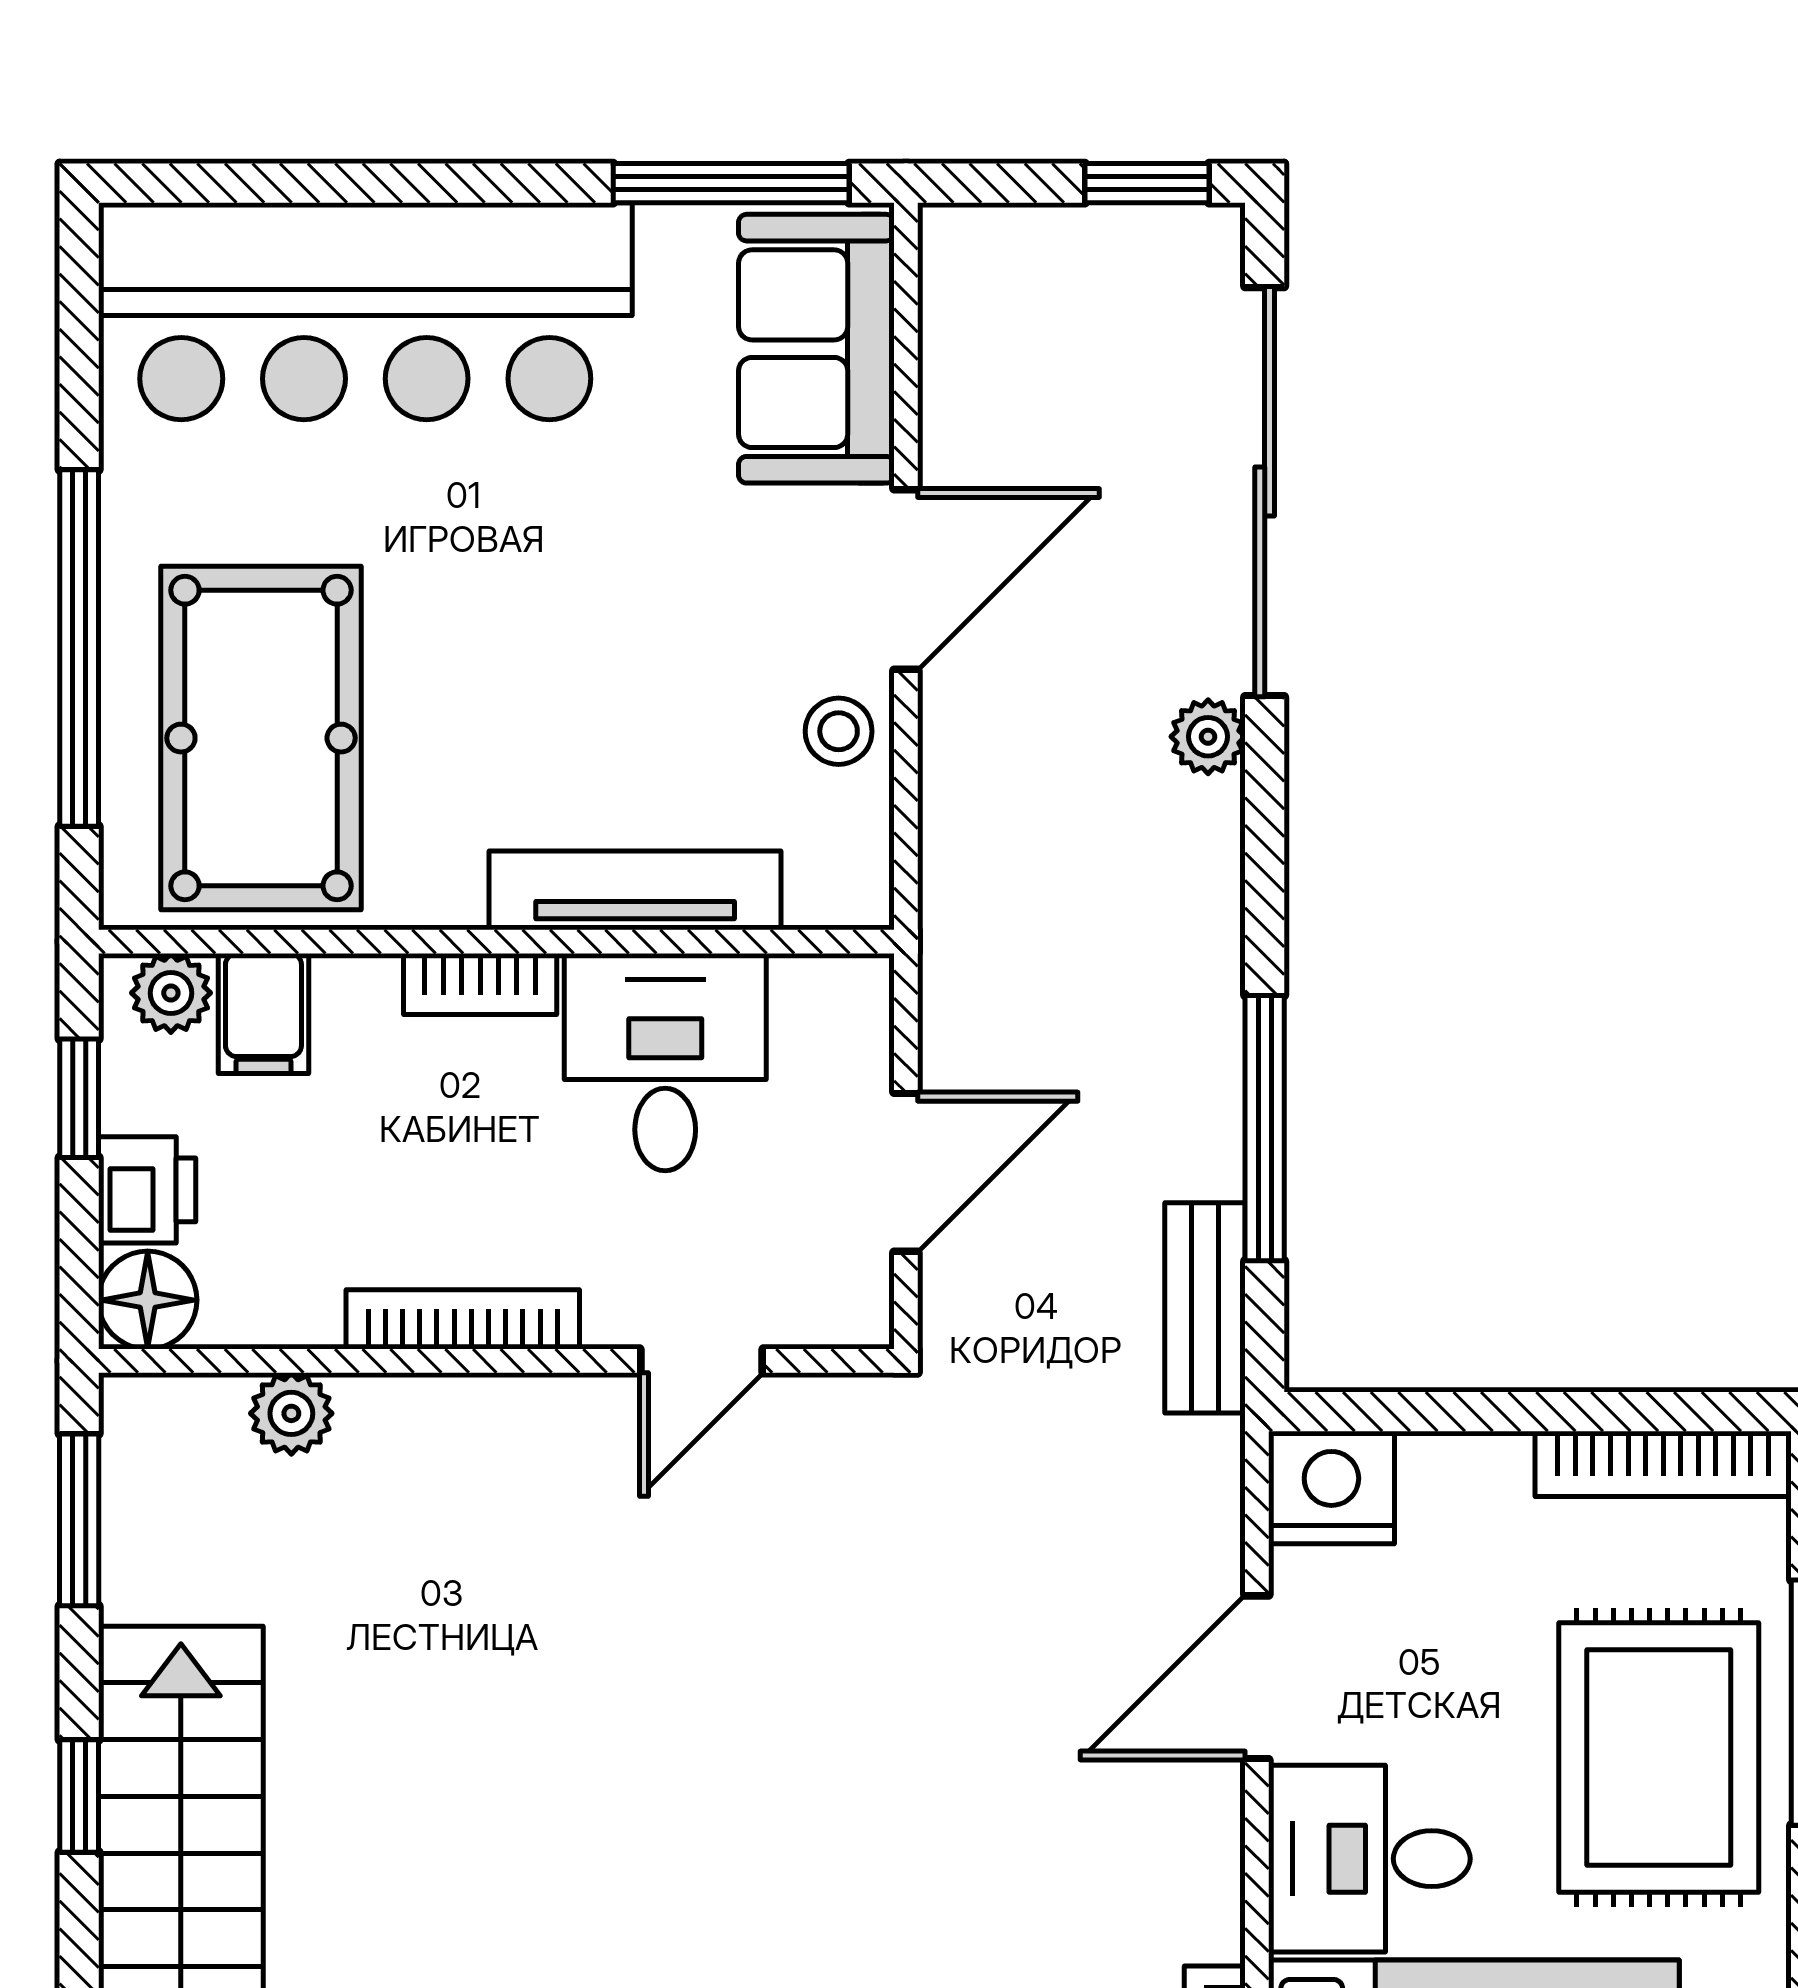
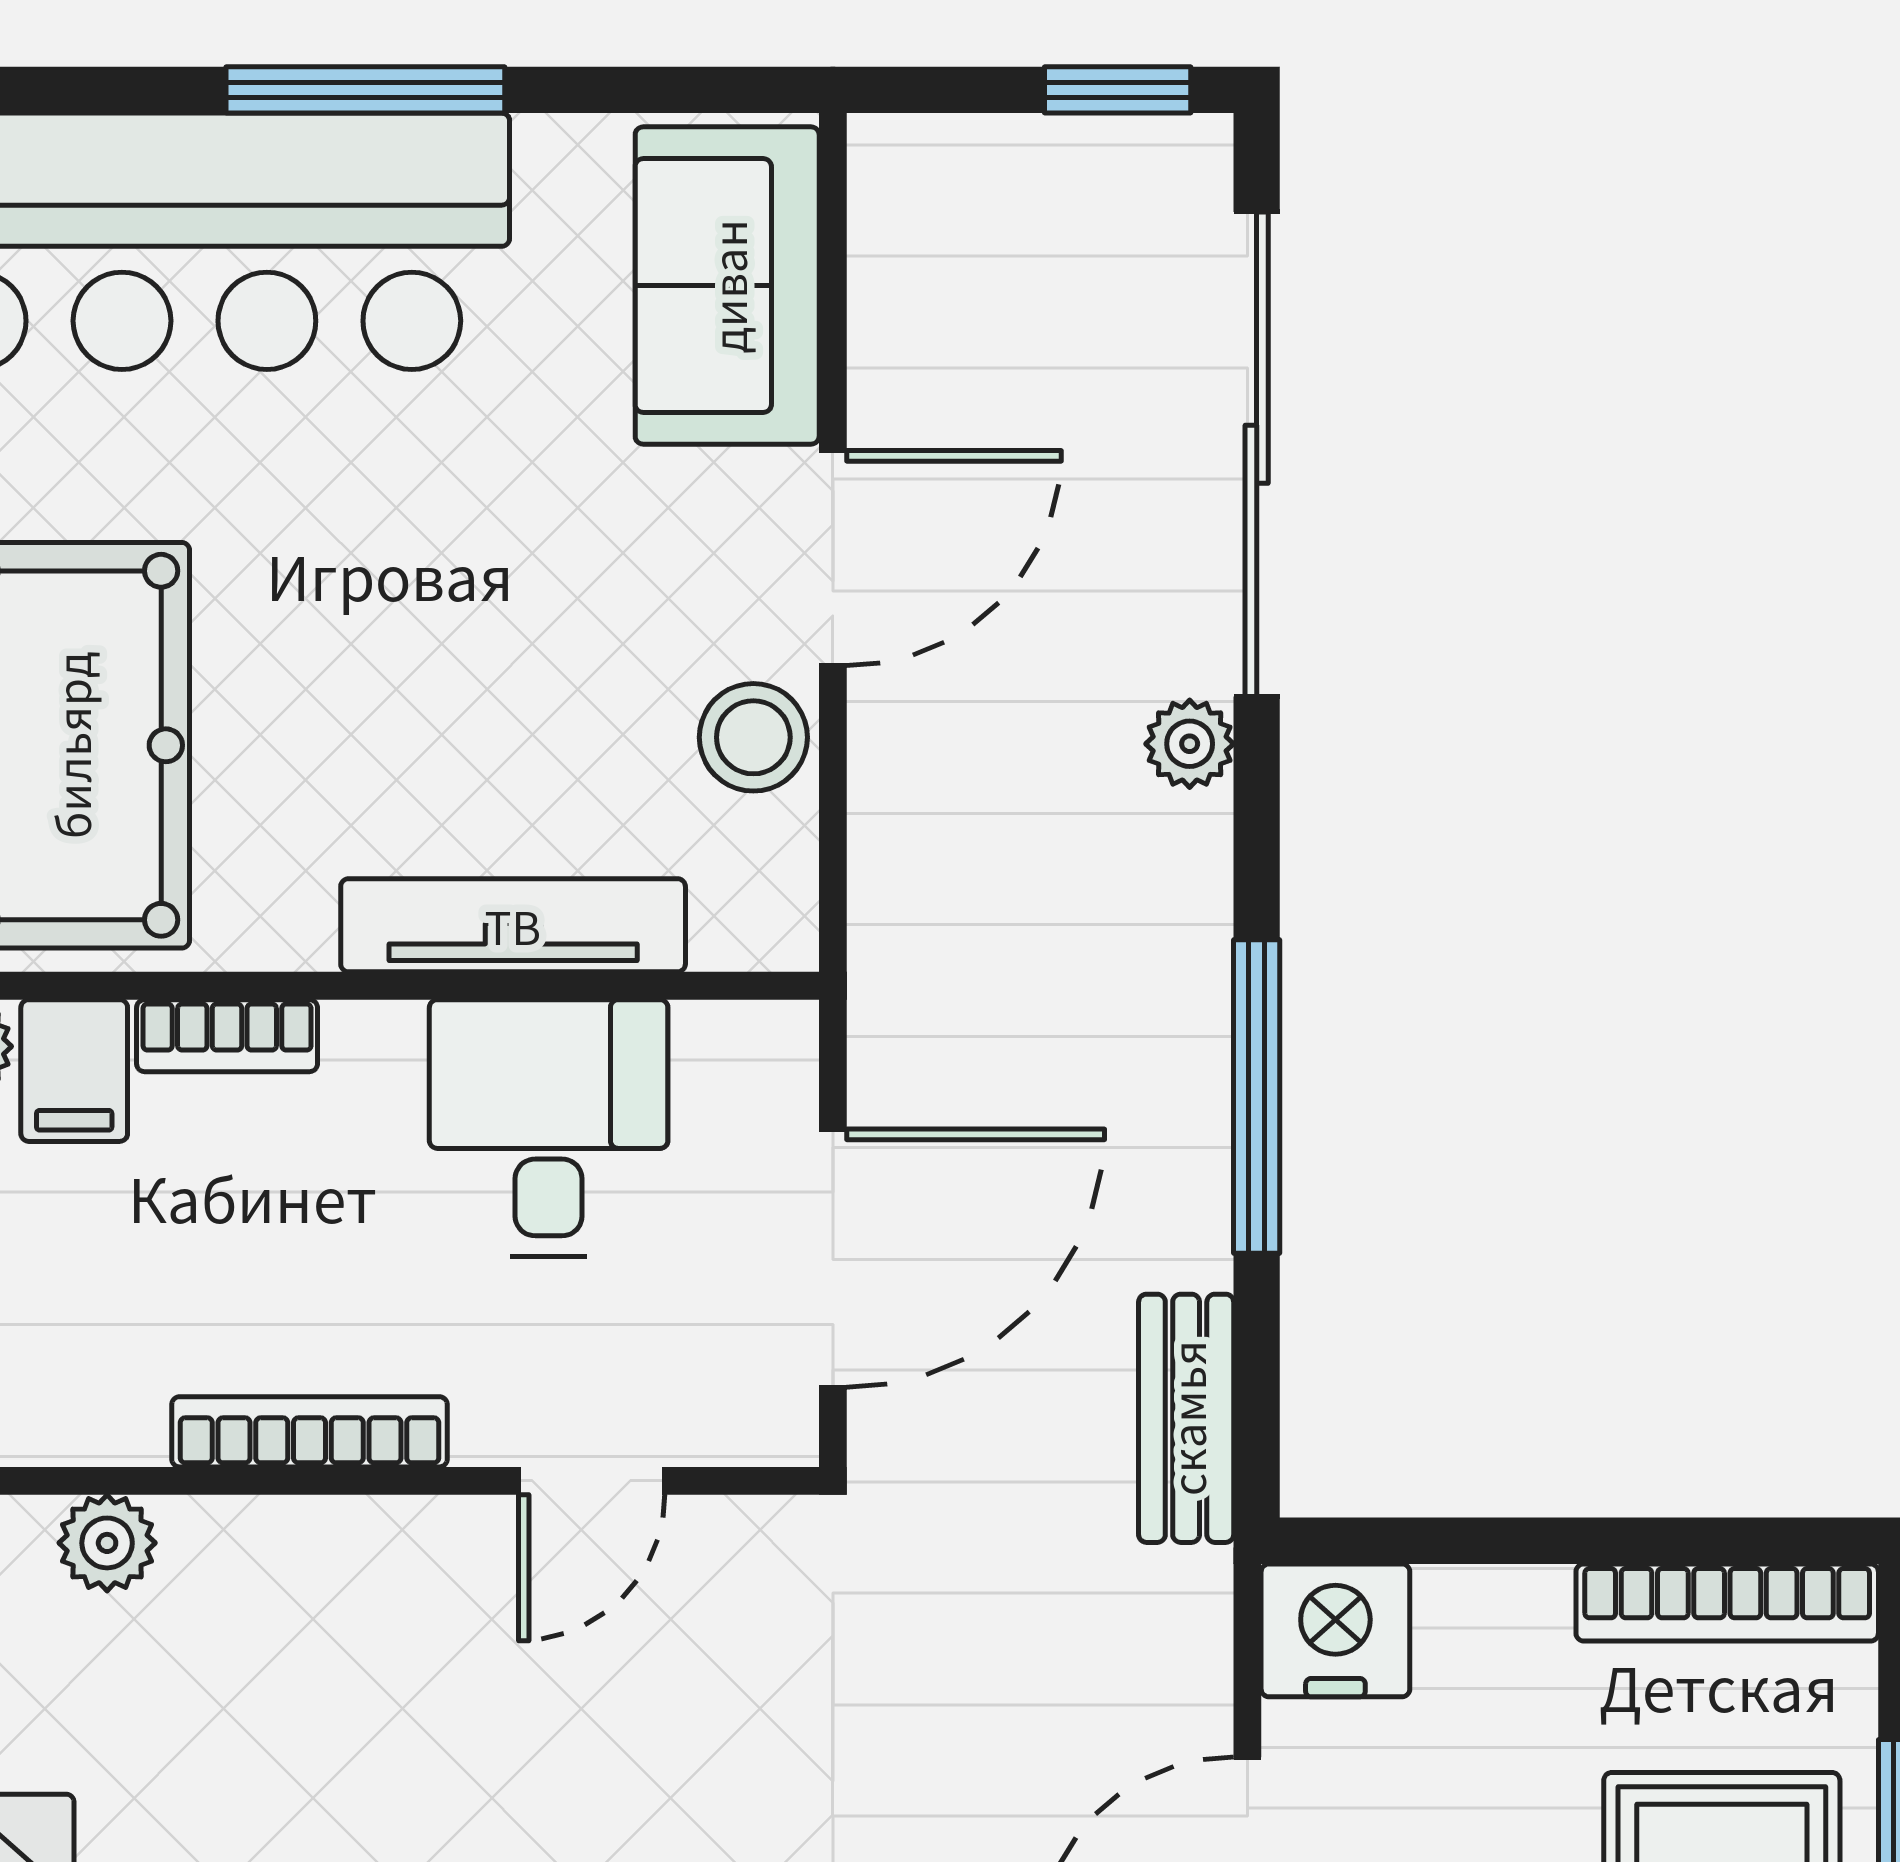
window: (731, 183) -> (365, 90), moved
stool: (839, 731) -> (753, 737), width x1.37, depth x1.37
bookcase: (480, 984) -> (227, 1036), moved
window: (1265, 1128) -> (1257, 1096), moved
door: (906, 1172) -> (833, 1258), width x1.36

